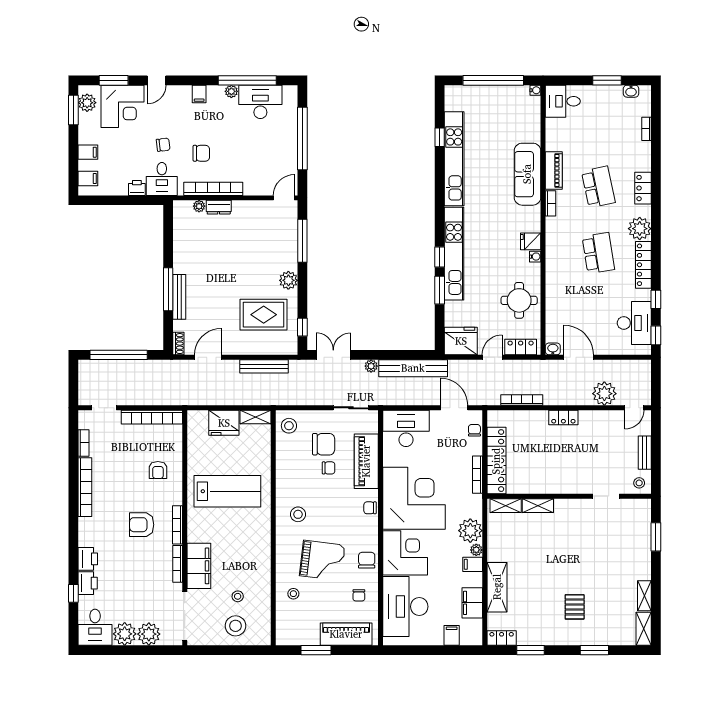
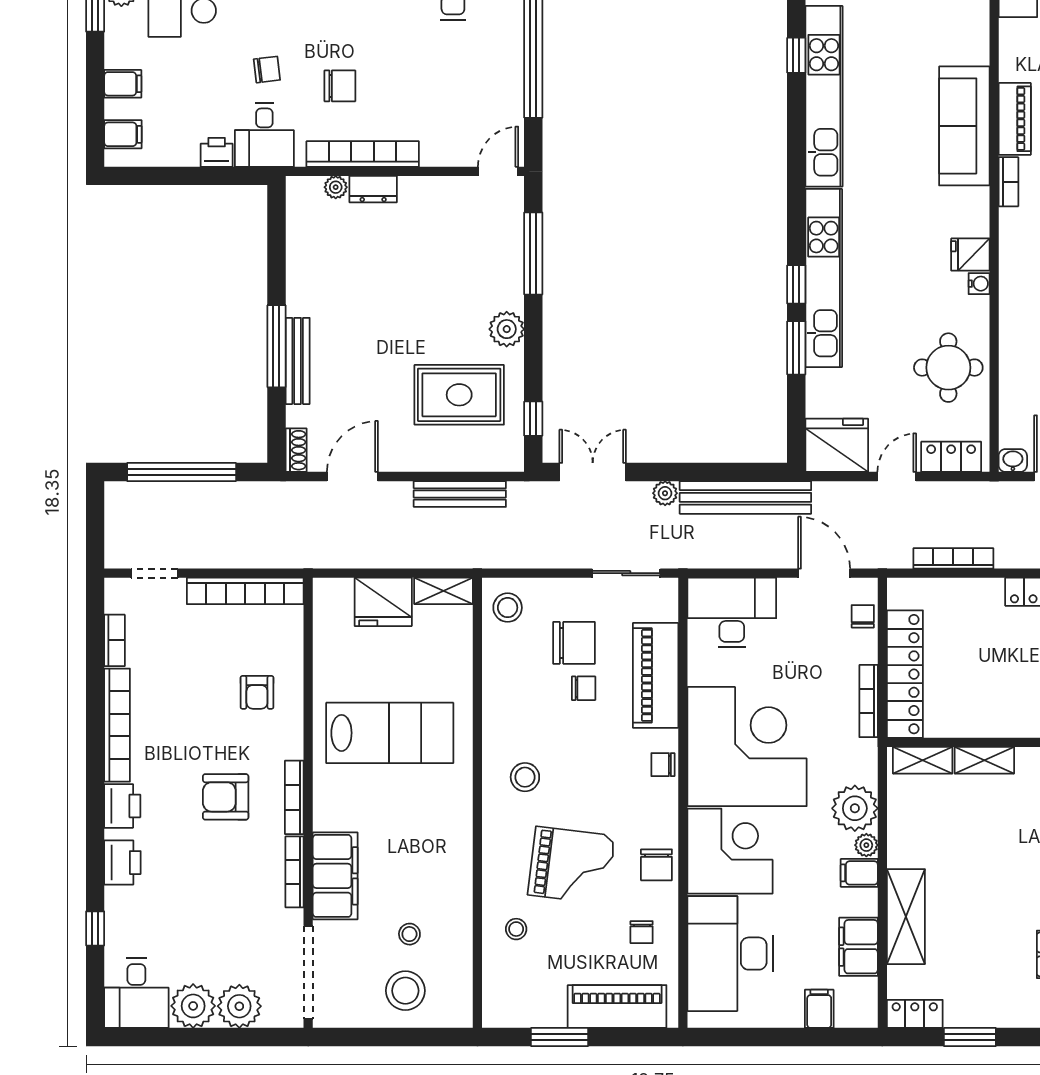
chair: (367, 560) -> (656, 865), turned 180
printer: (88, 583) -> (122, 806), moved

